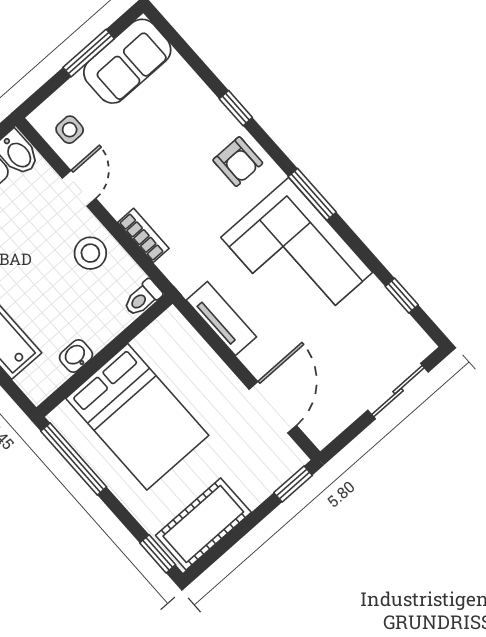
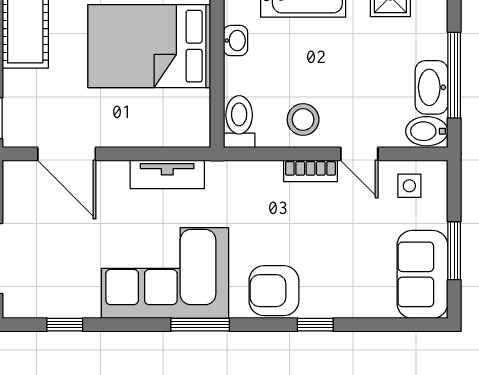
armchair: (238, 162) -> (274, 291), width x1.38, depth x1.38
bookcase: (143, 235) -> (310, 171), moved
toilet: (143, 298) -> (239, 122), width x1.37, depth x1.39

